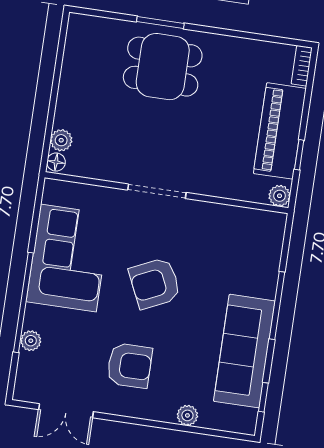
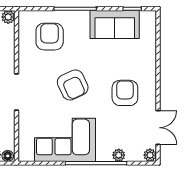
armchair: (238, 258) -> (50, 37), added
sofa: (244, 351) -> (115, 24), width x0.73
plant: (187, 415) -> (150, 155), moved

